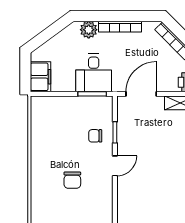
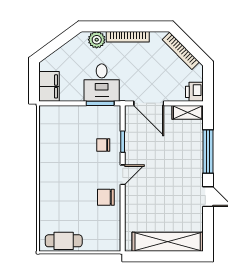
door: (141, 94) -> (149, 103), swing flipped
chair: (72, 180) -> (106, 197), moved, turned 90

